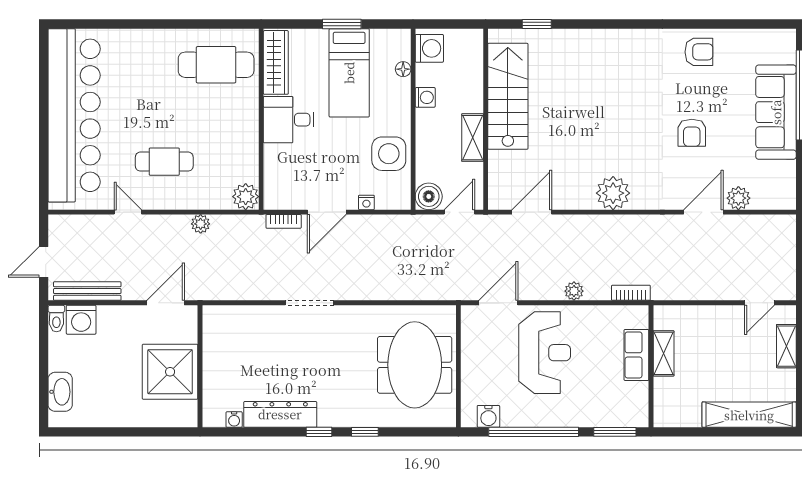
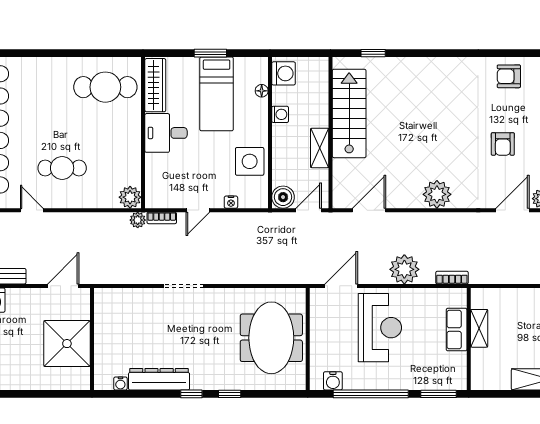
armchair: (699, 52) -> (509, 76), turned 180
door: (327, 212) -> (198, 210), width x0.73
plant: (201, 224) -> (138, 220), moved
plant: (574, 291) -> (404, 269), width x1.88, depth x1.88

